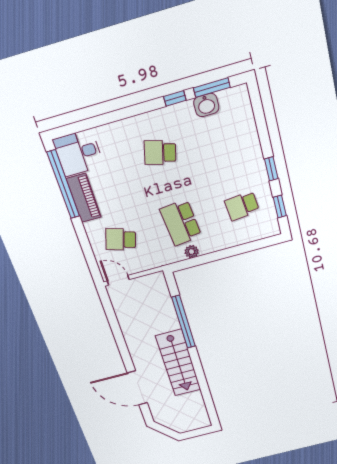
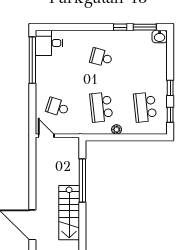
washbasin: (206, 105) -> (160, 37), moved
piano: (84, 198) -> (42, 72), removed
school desk: (242, 206) -> (145, 107), width x1.85
plant: (192, 252) -> (117, 129), moved

